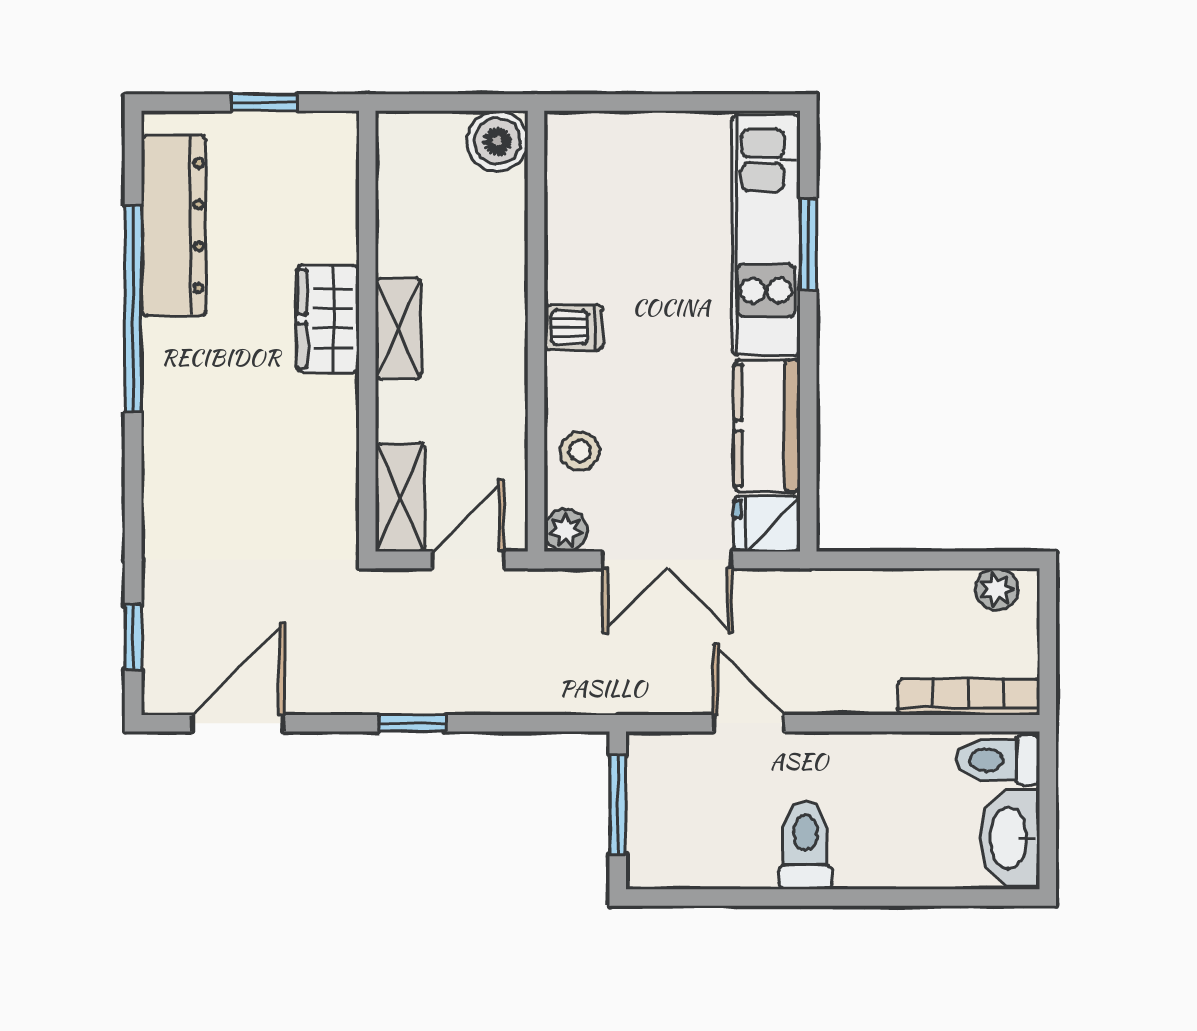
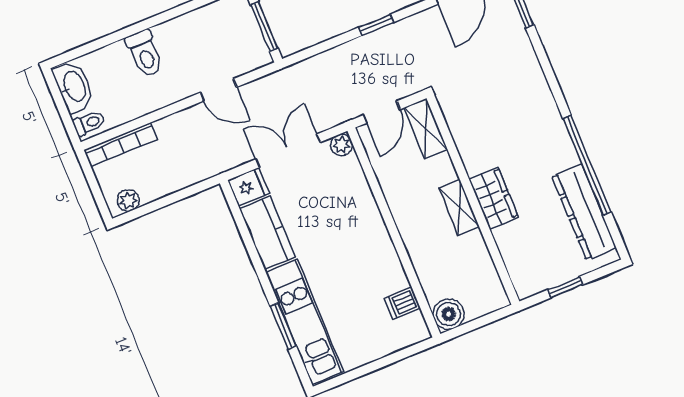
dishwasher: (574, 327) -> (402, 303), moved
stool: (580, 451) -> (350, 185), removed
toilet: (998, 760) -> (89, 123), width x0.73, depth x0.72
toilet: (805, 845) -> (145, 54), moved

